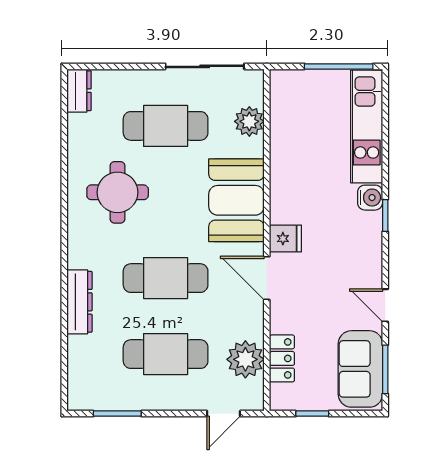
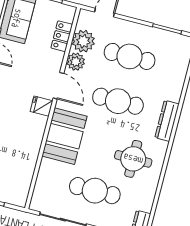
plant: (249, 121) -> (76, 62), moved
dresser: (79, 302) -> (167, 121), moved

